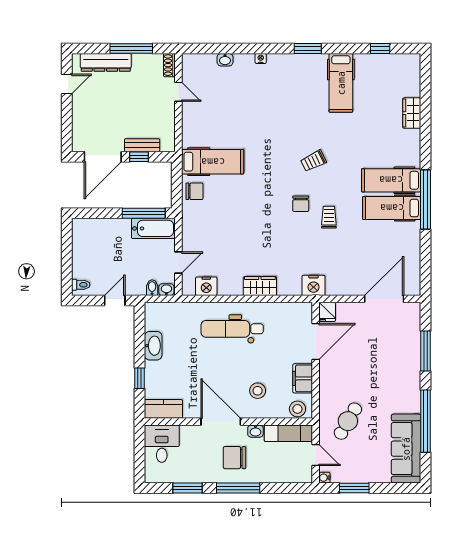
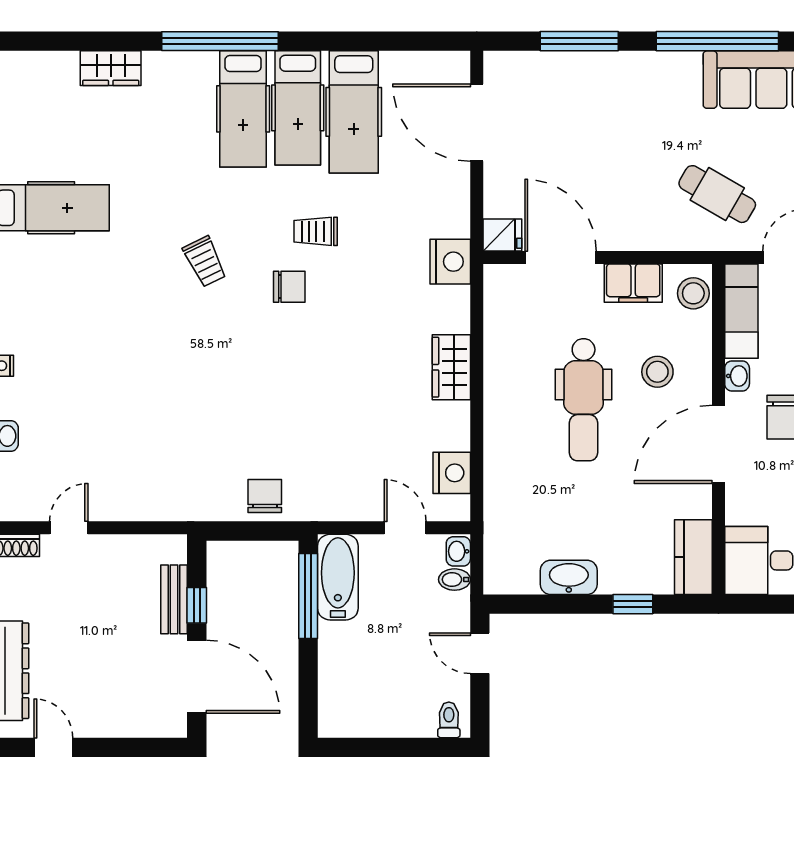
hospital bed: (213, 162) -> (354, 112), moved, turned 180
window: (426, 199) -> (220, 41), moved
dental chair: (232, 329) -> (584, 400), moved

